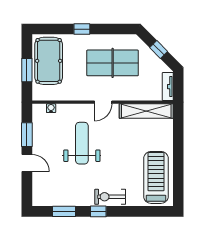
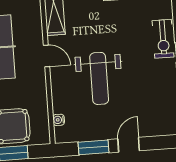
weight bench: (82, 143) -> (99, 78), turned -90

